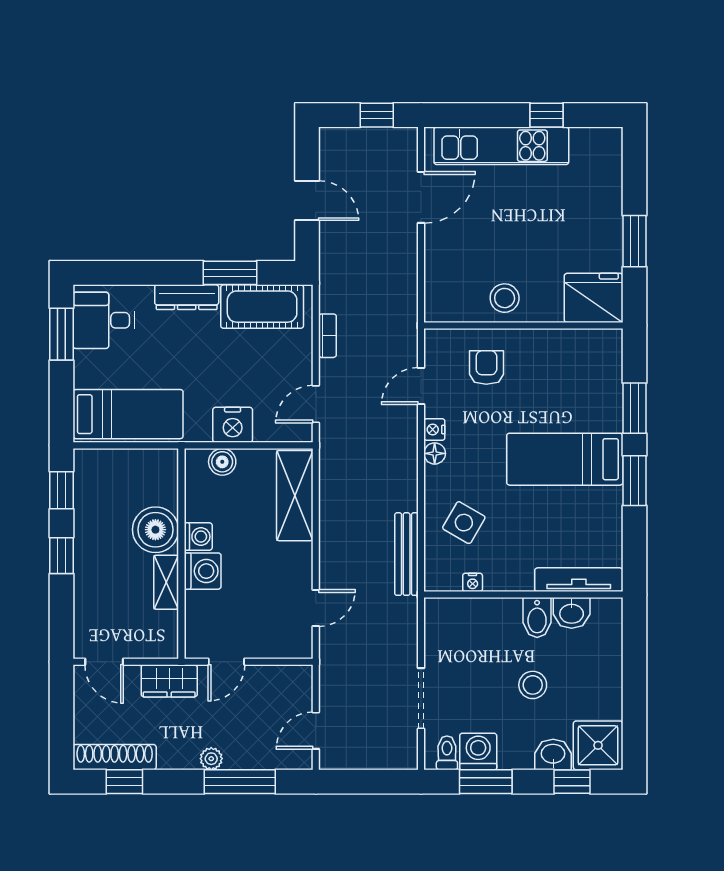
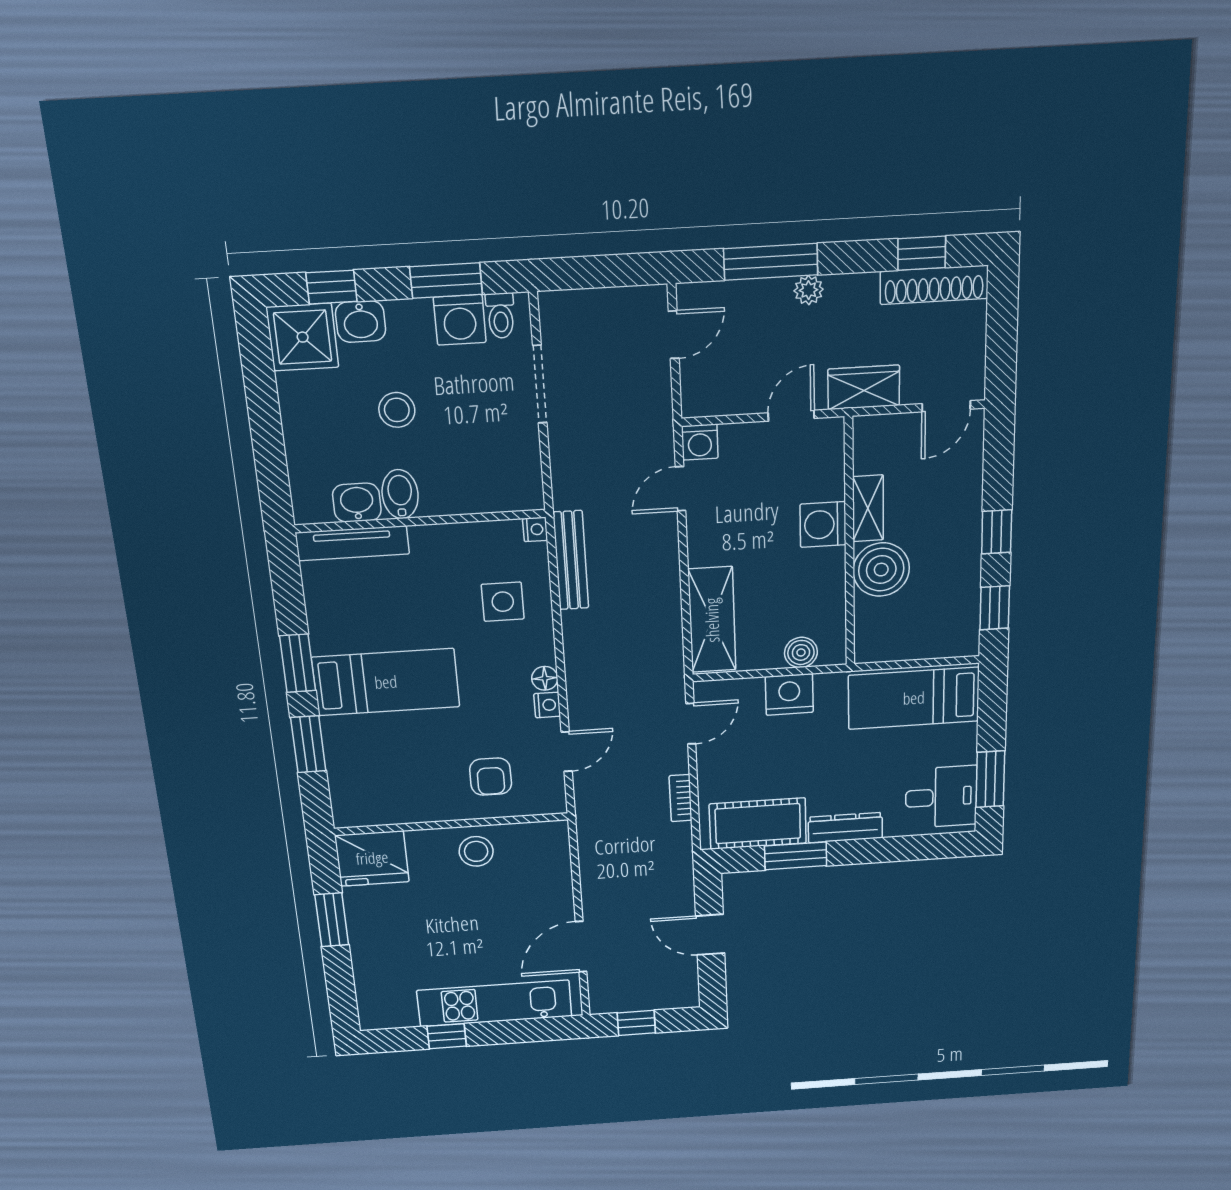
side table: (464, 523) -> (503, 602), turned -30
washing machine: (198, 537) -> (700, 442), moved, turned -90
nightstand: (473, 582) -> (535, 529), moved, turned 90
door: (104, 662) -> (946, 406), swing flipped

